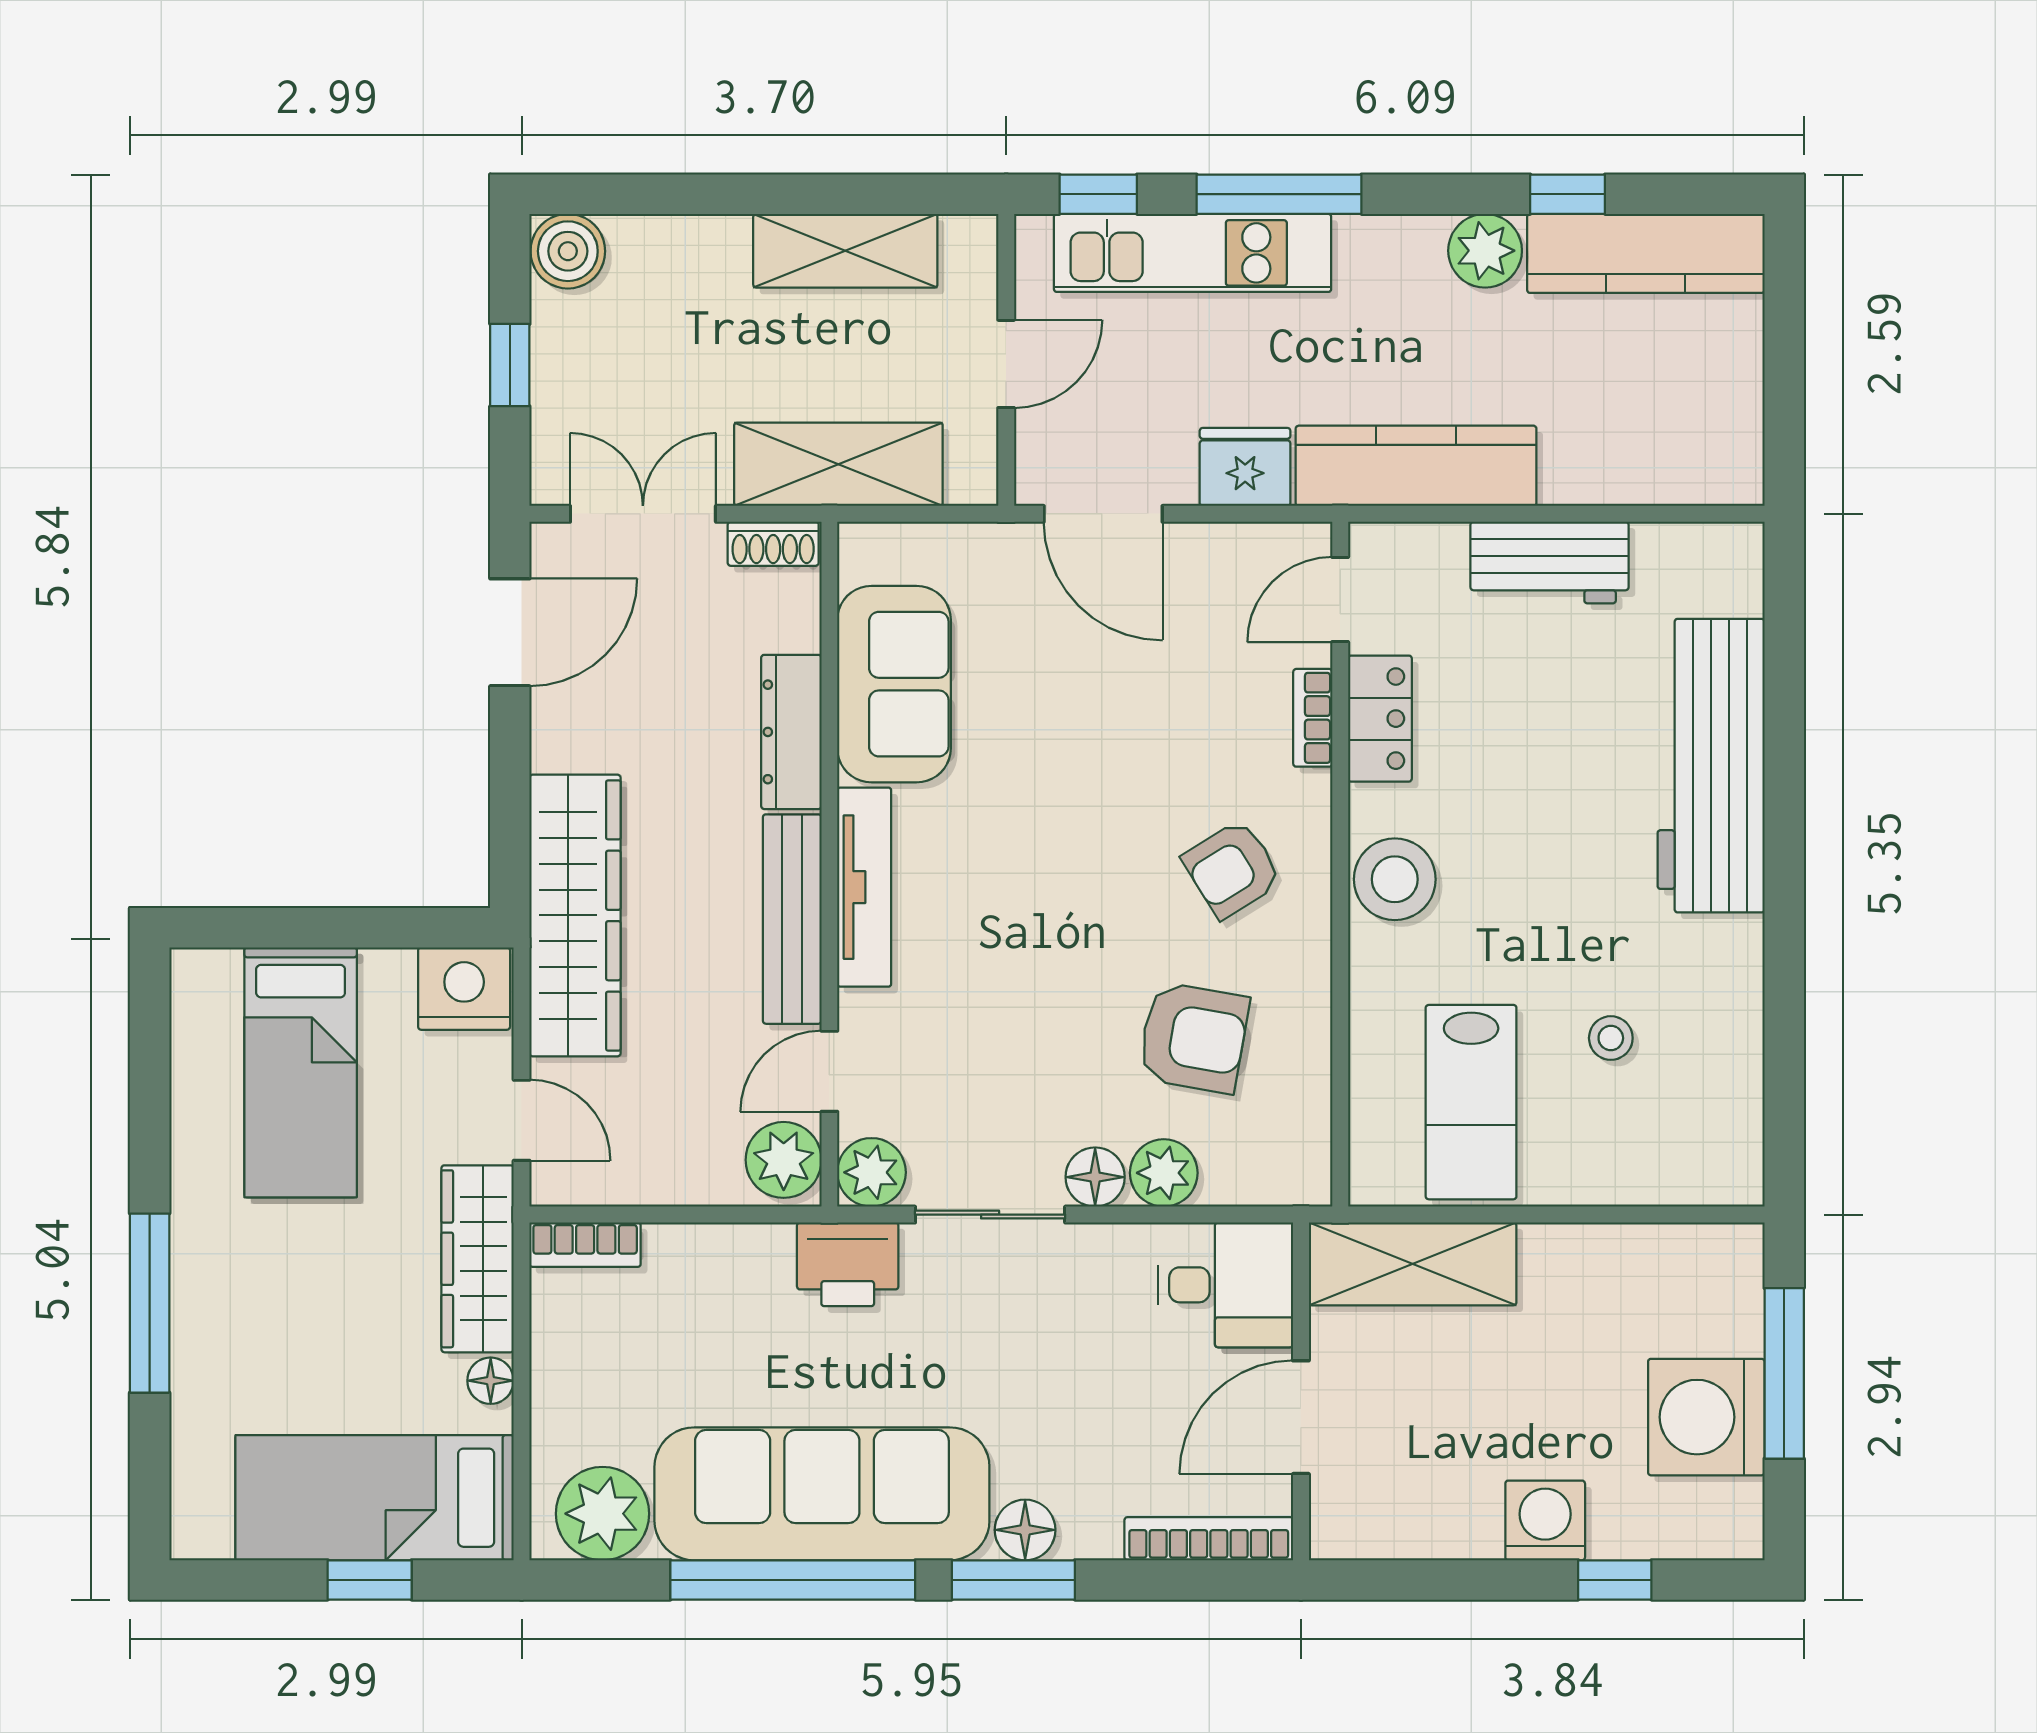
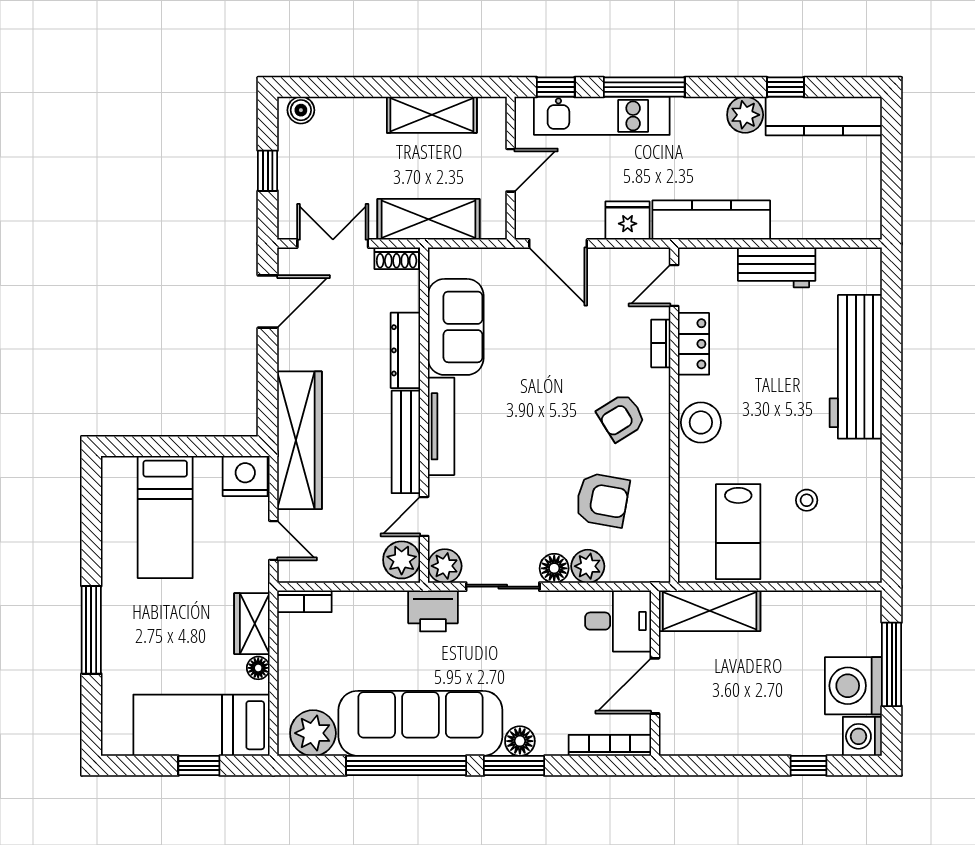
boiler: (568, 251) -> (301, 110), width x0.73, depth x0.73
wardrobe: (478, 1259) -> (252, 624), width x0.67
washing machine: (1545, 1520) -> (862, 736), moved, turned -90

